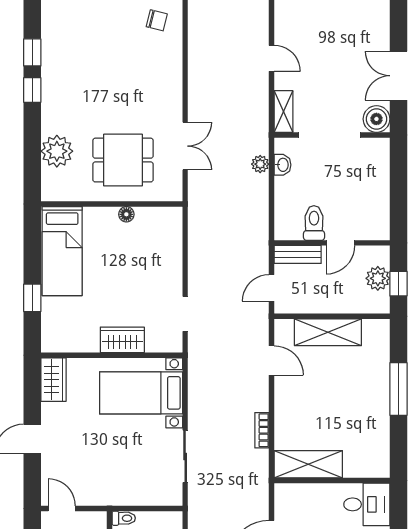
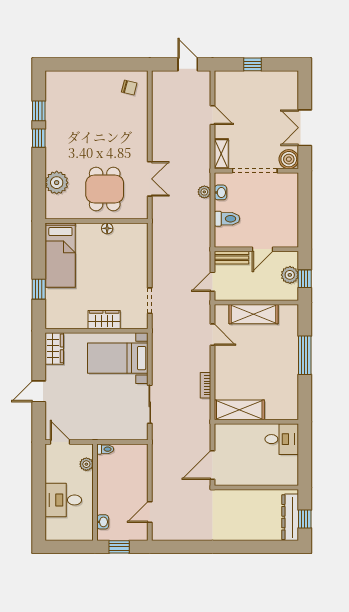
dining table: (123, 160) -> (105, 189), turned 90
toilet: (314, 223) -> (227, 219), moved, turned 90

